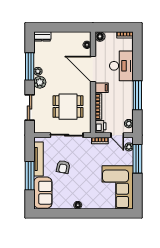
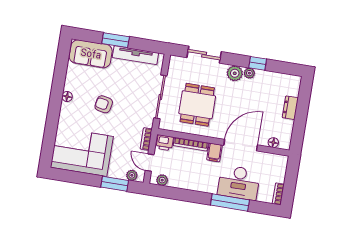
dresser: (42, 36) -> (290, 108), moved
floor lamp: (100, 36) -> (281, 161), removed
window: (30, 66) -> (258, 63), width x0.46
window: (137, 95) -> (230, 203), moved
door: (117, 135) -> (150, 163), hinge flipped
window: (137, 159) -> (115, 184), width x0.69
armchair: (63, 167) -> (104, 104), moved
window: (30, 176) -> (116, 40), width x0.69

